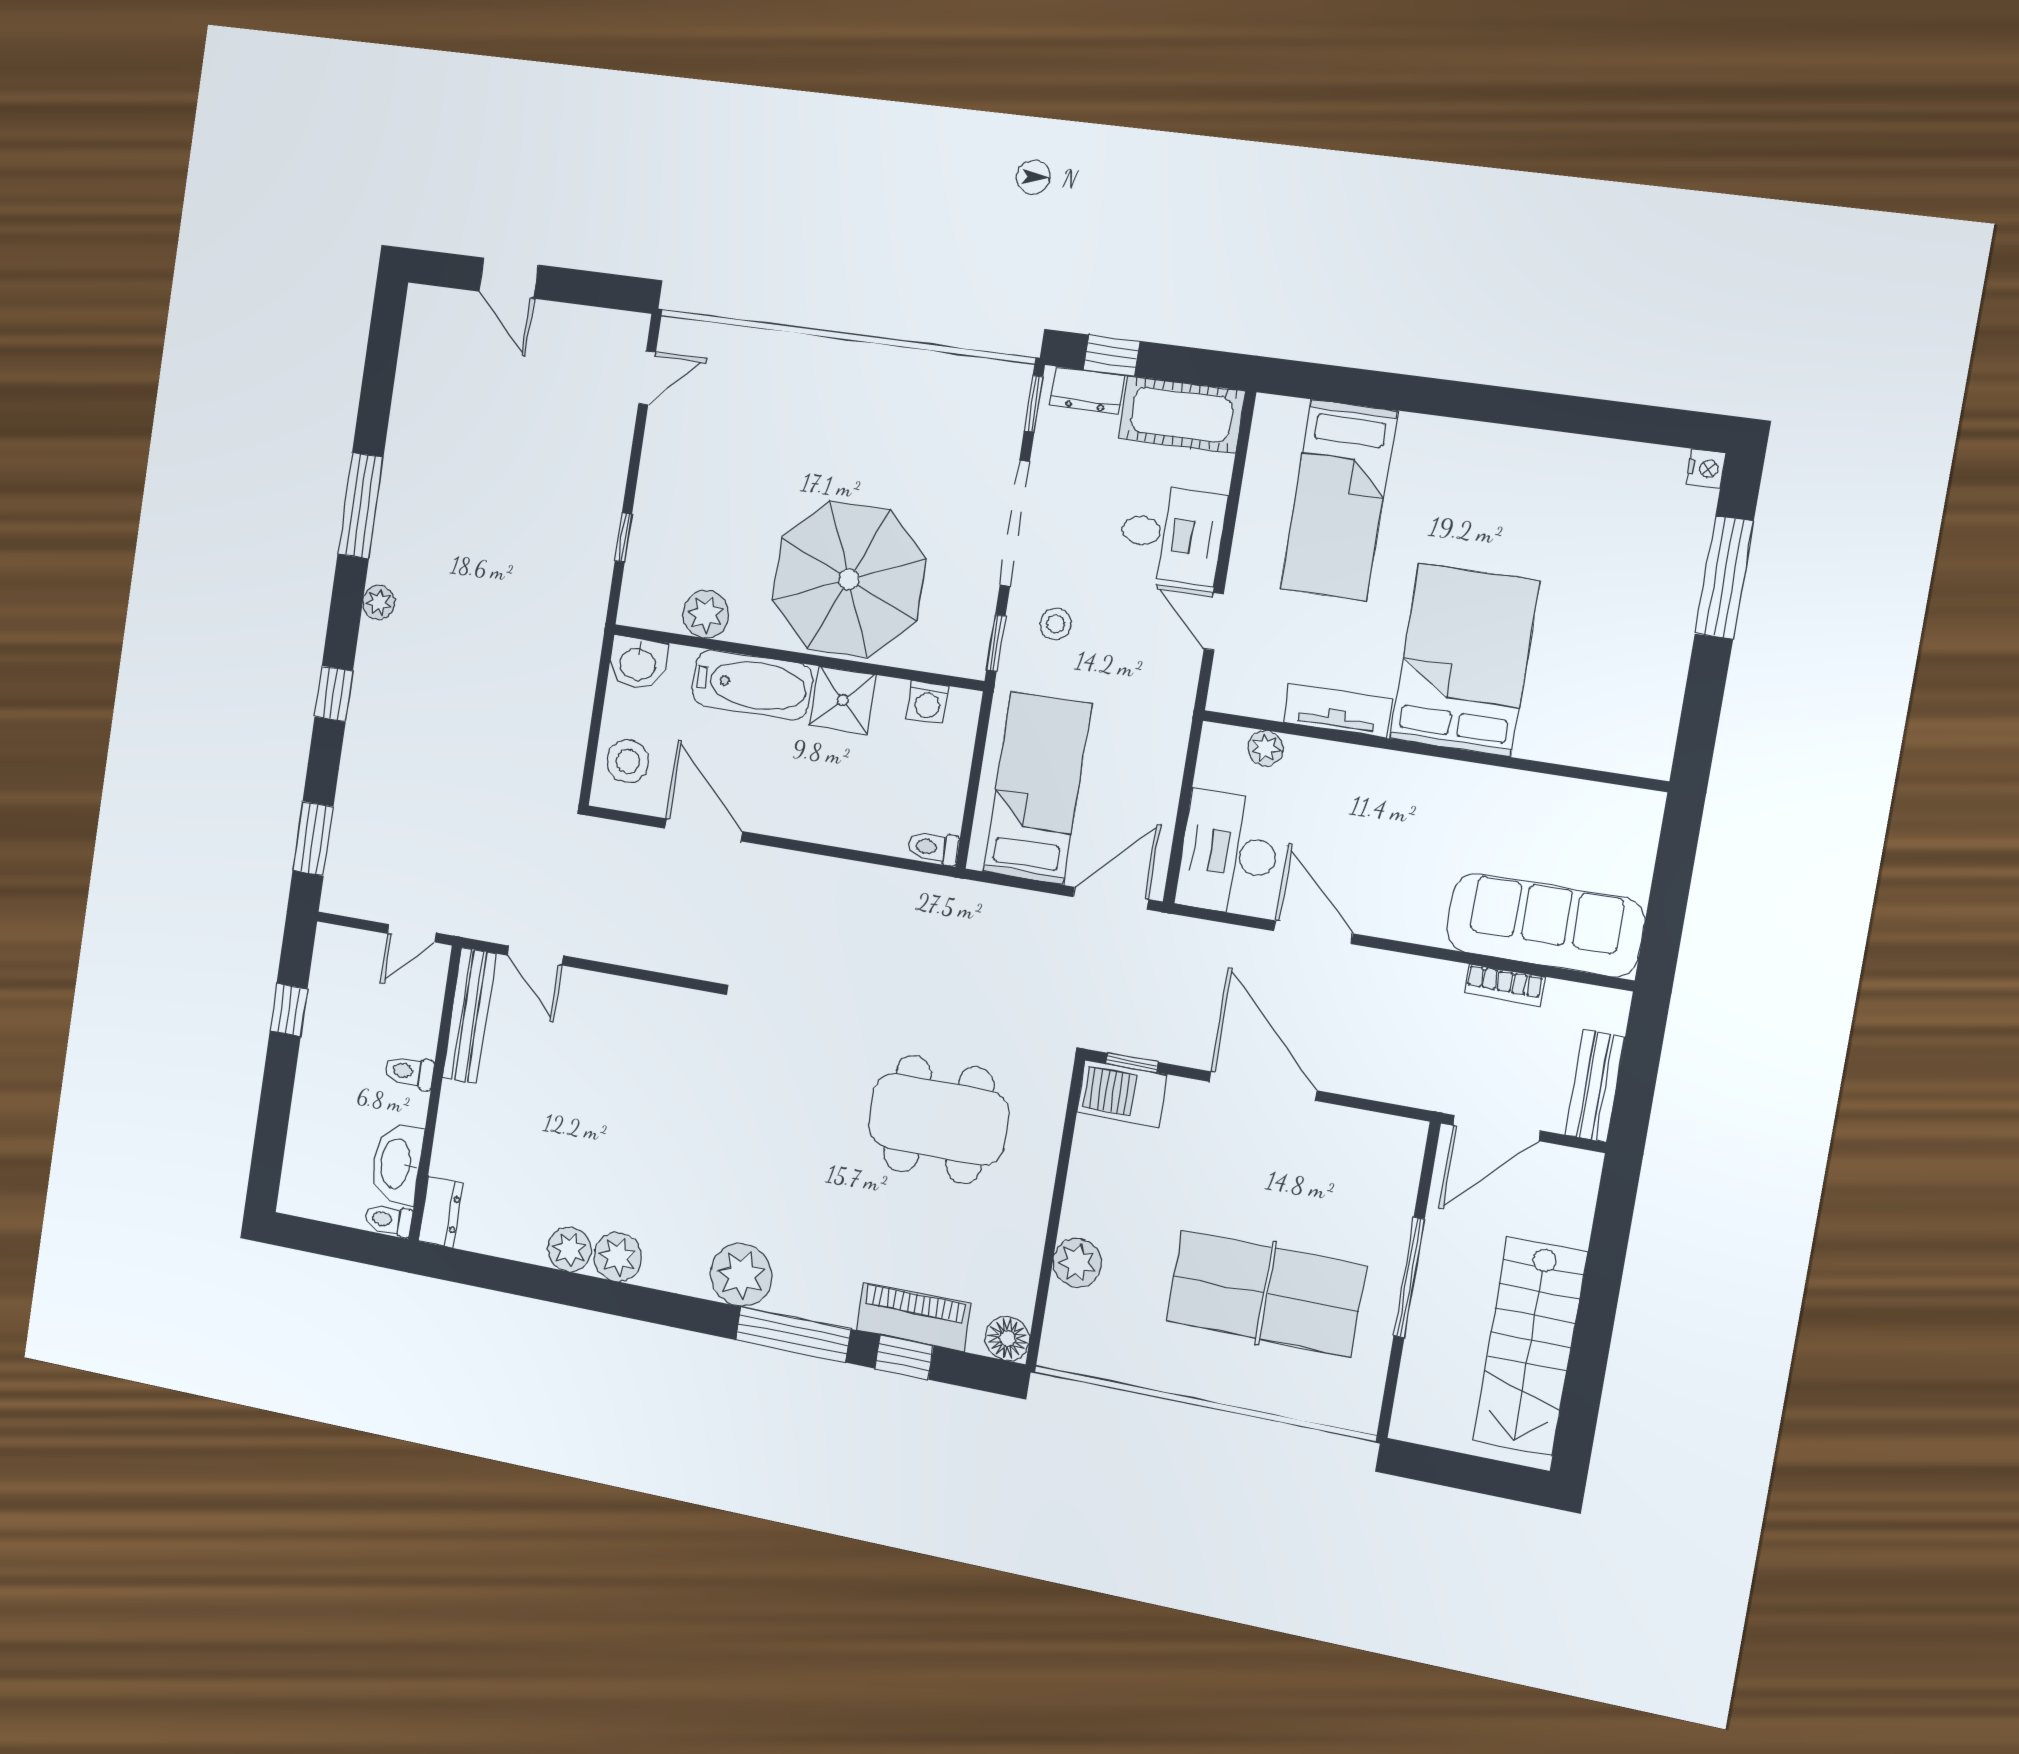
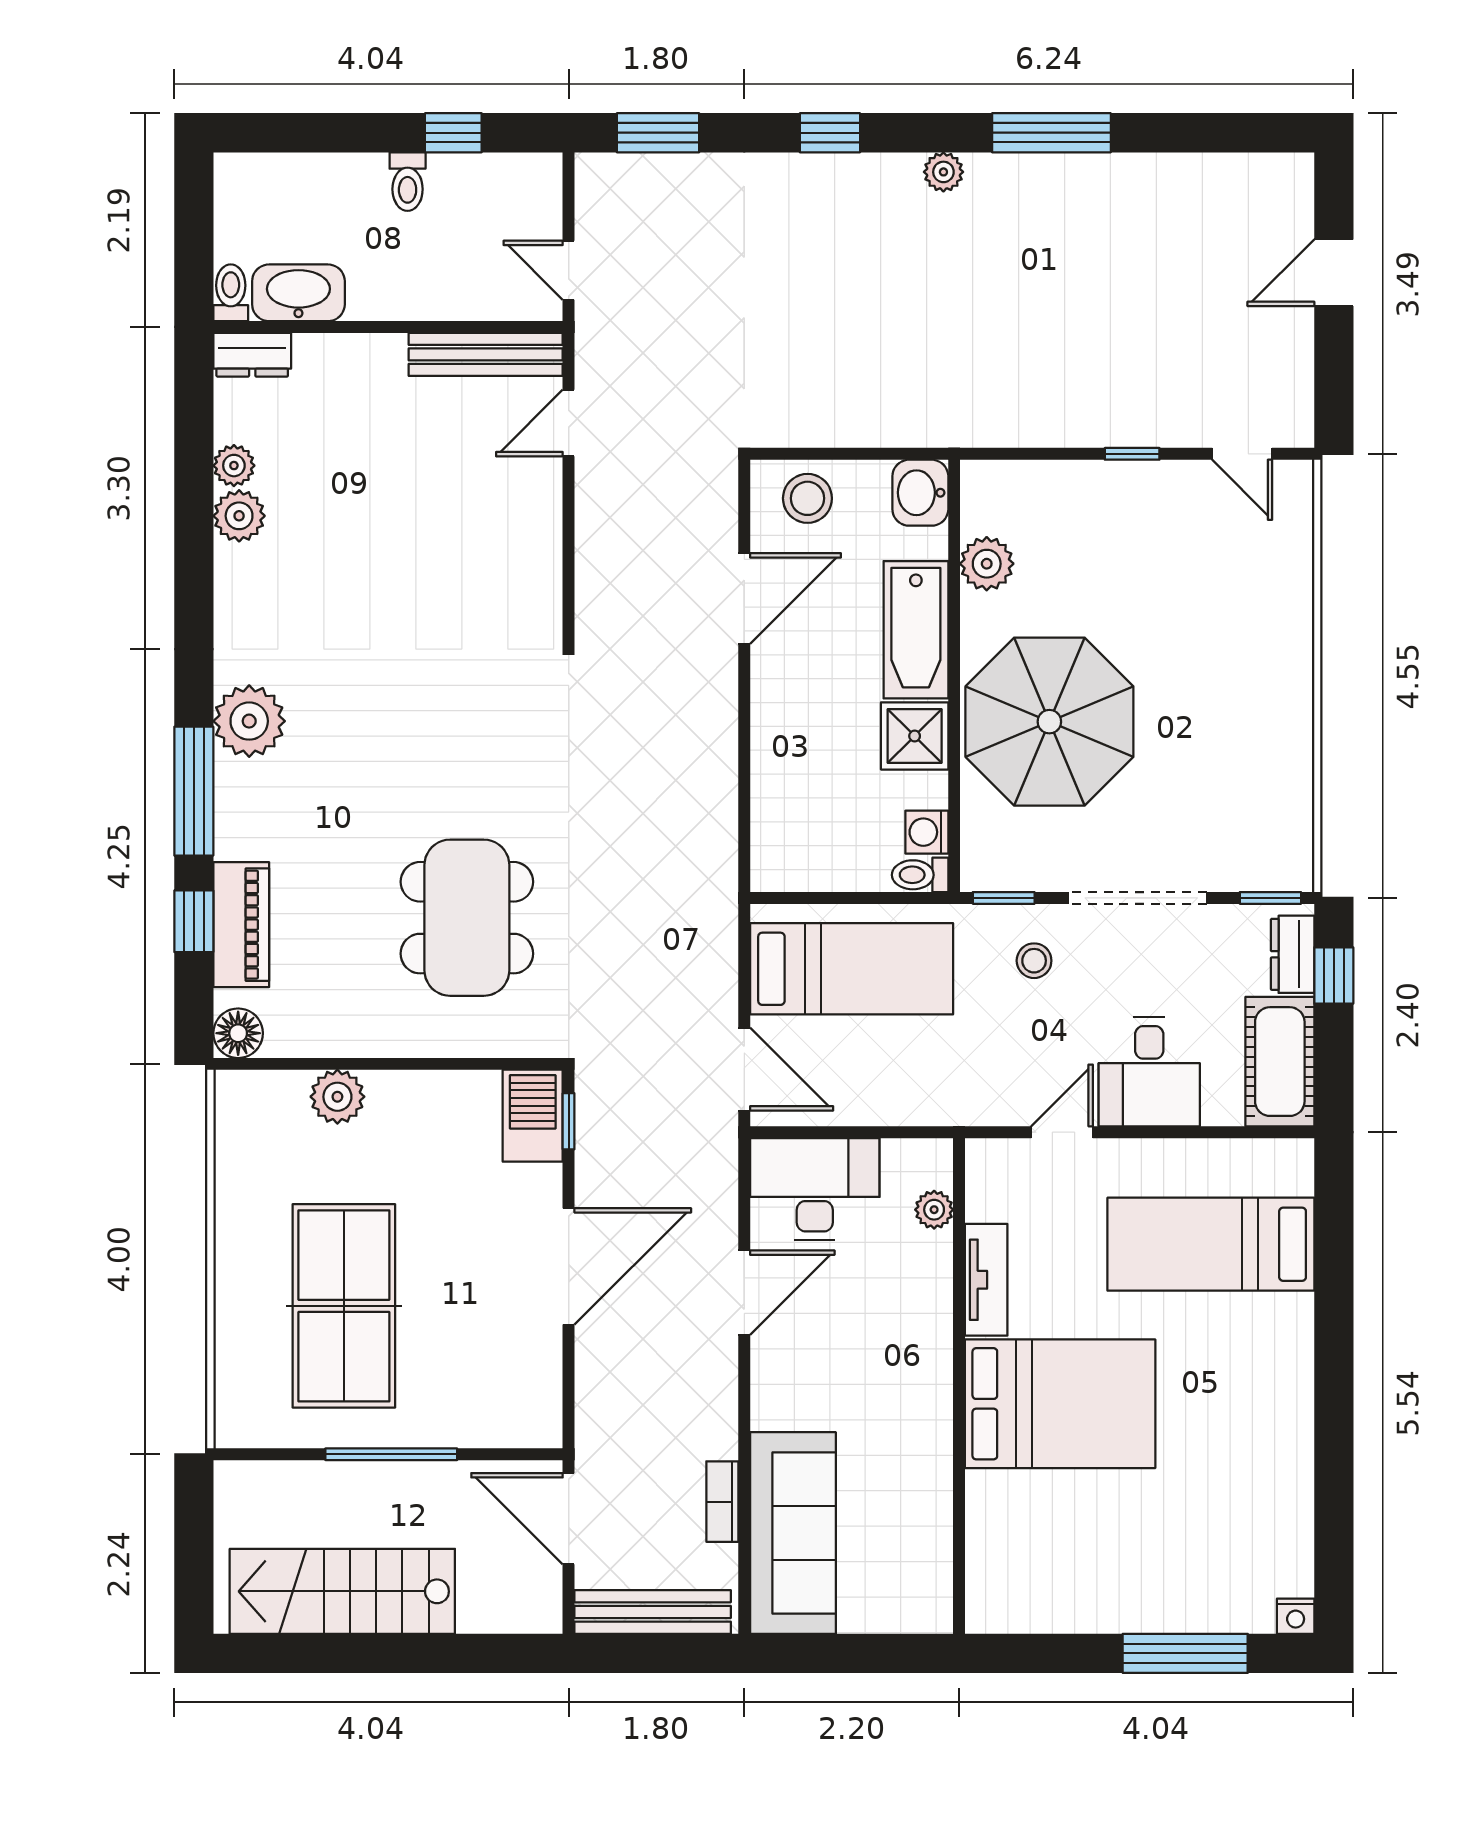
window: (623, 538) -> (1132, 454), moved
toilet: (933, 848) -> (920, 875), moved, turned -90
toilet: (409, 1072) -> (408, 182), moved, turned 180
bench: (1595, 1086) -> (653, 1612), width x1.36
plant: (618, 1257) -> (234, 466), moved, width x0.73, depth x0.73

